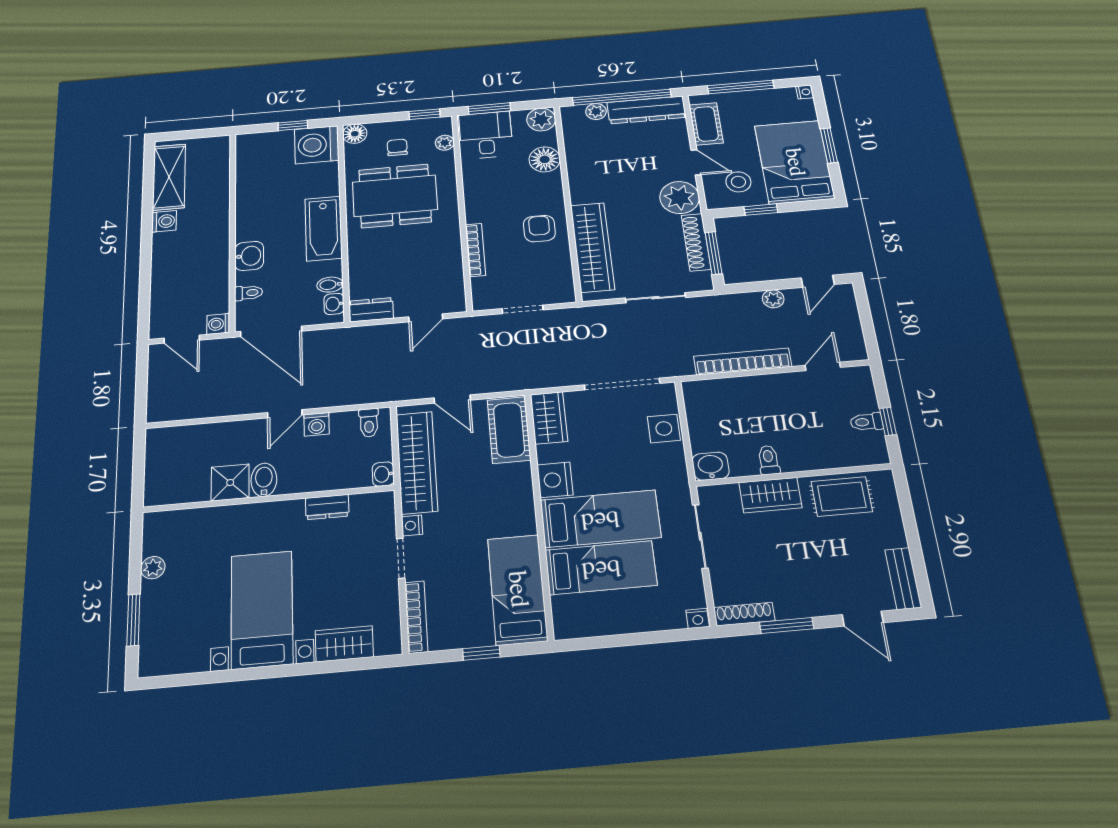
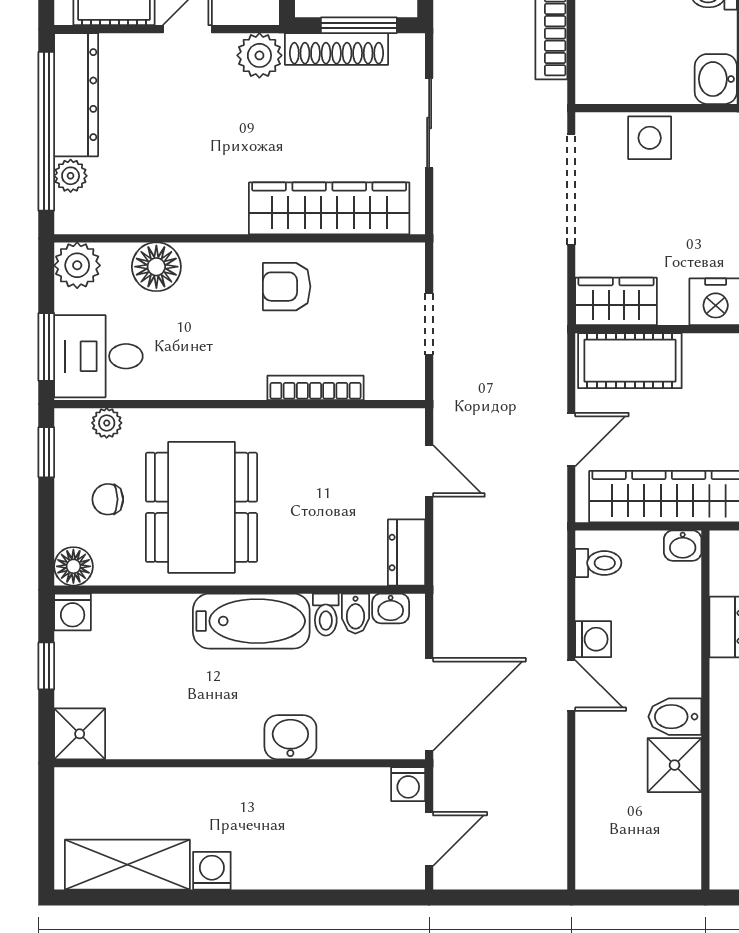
washing machine: (317, 145) -> (73, 612), width x0.53, depth x0.53
shower: (251, 146) -> (80, 734), added
plant: (680, 197) -> (259, 55), width x0.73, depth x0.73
toilet: (249, 293) -> (326, 615), moved, turned 180

